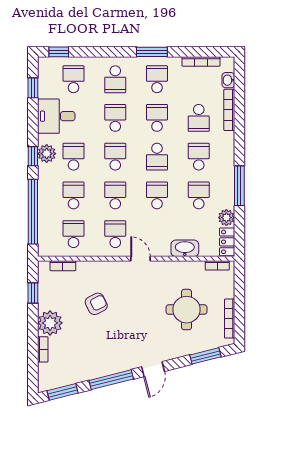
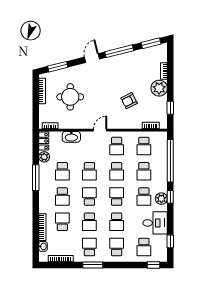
school desk: (157, 79) -> (89, 247), turned 180
school desk: (115, 157) -> (117, 197), turned 180
door: (140, 259) -> (100, 130), swing flipped

